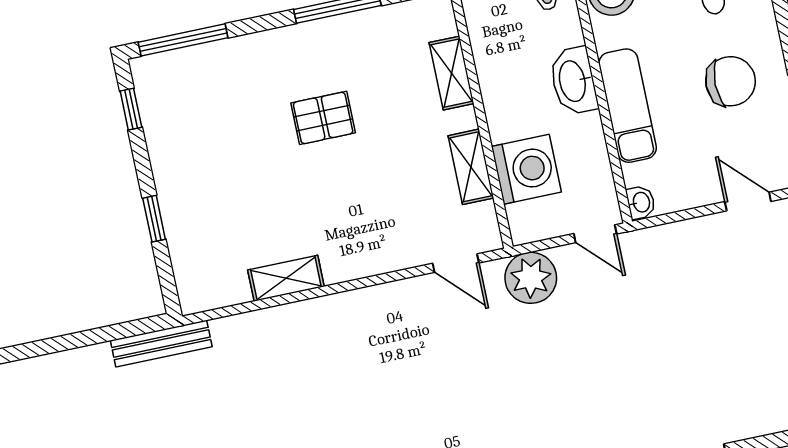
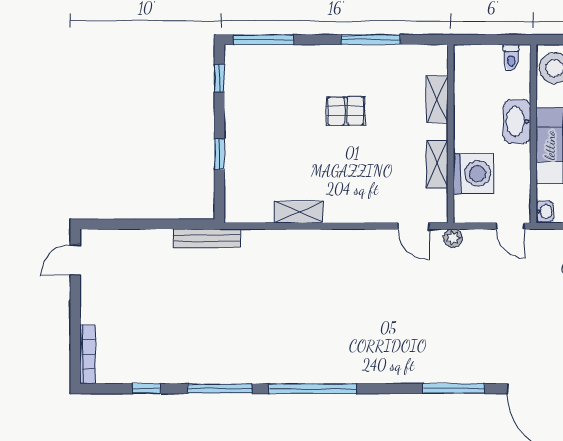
plant: (531, 278) -> (453, 238), width x0.53, depth x0.53

